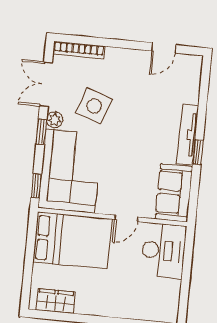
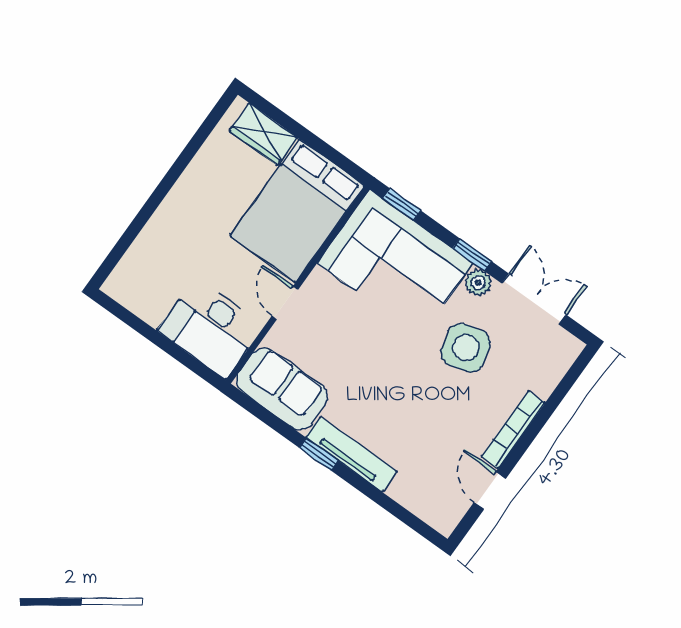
bookcase: (79, 50) -> (513, 430), moved
side table: (94, 106) -> (466, 348), turned -34
wardrobe: (56, 301) -> (263, 134), moved, turned 90

